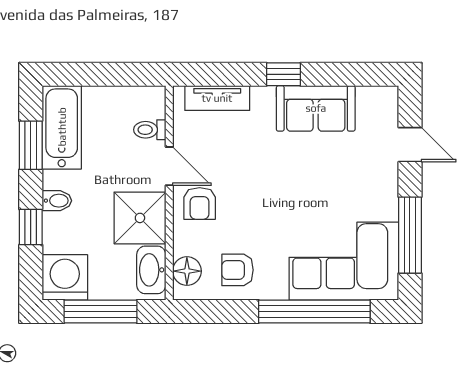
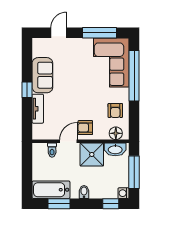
tv unit: (217, 98) -> (38, 109), moved
armchair: (200, 203) -> (85, 128), turned 180
window: (31, 227) -> (111, 204), moved
washing machine: (65, 277) -> (123, 193), width x0.53, depth x0.53

